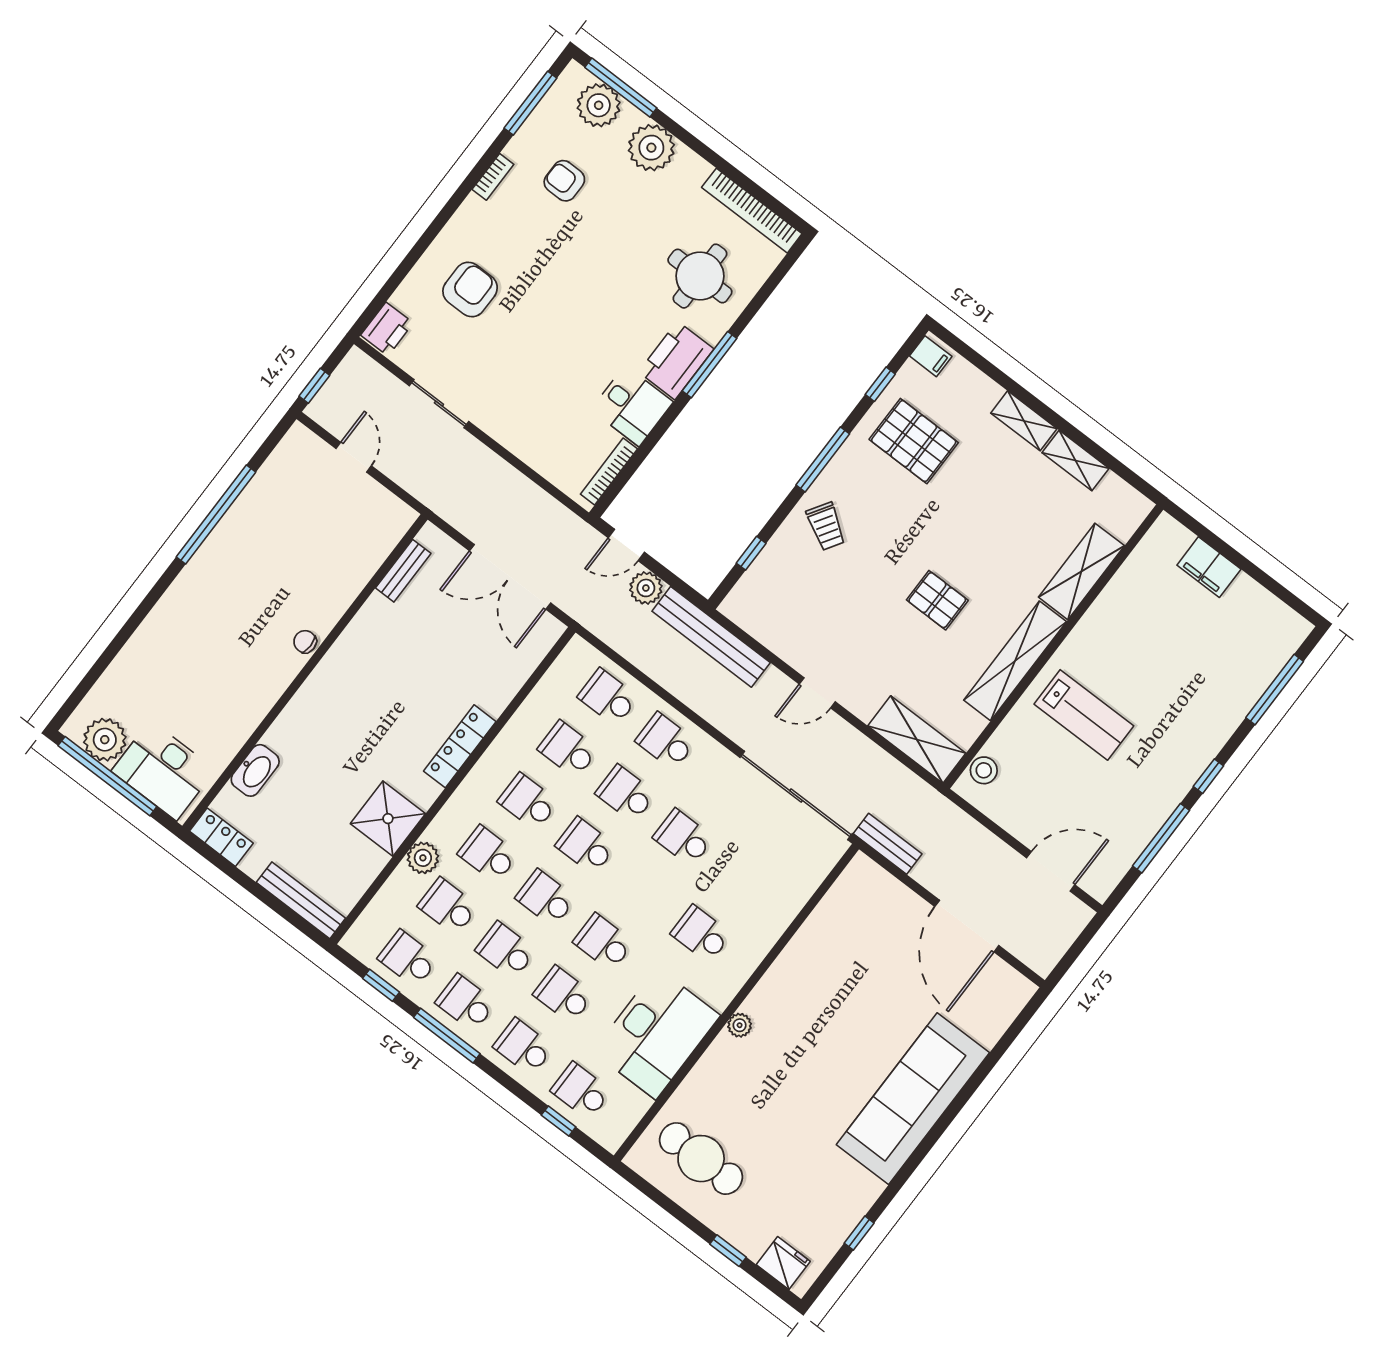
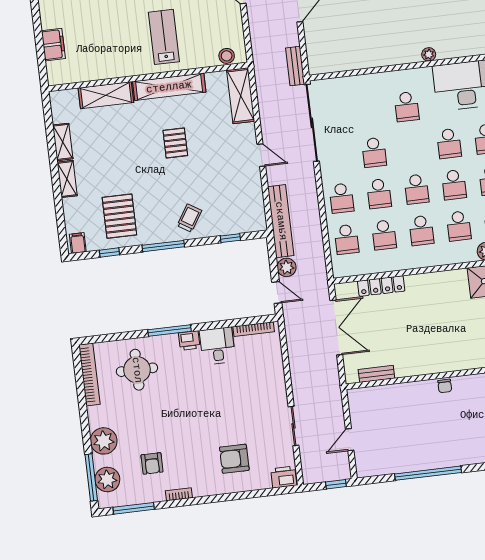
printer: (676, 360) -> (189, 341), width x0.53, depth x0.68
locker: (460, 746) -> (381, 286), moved

